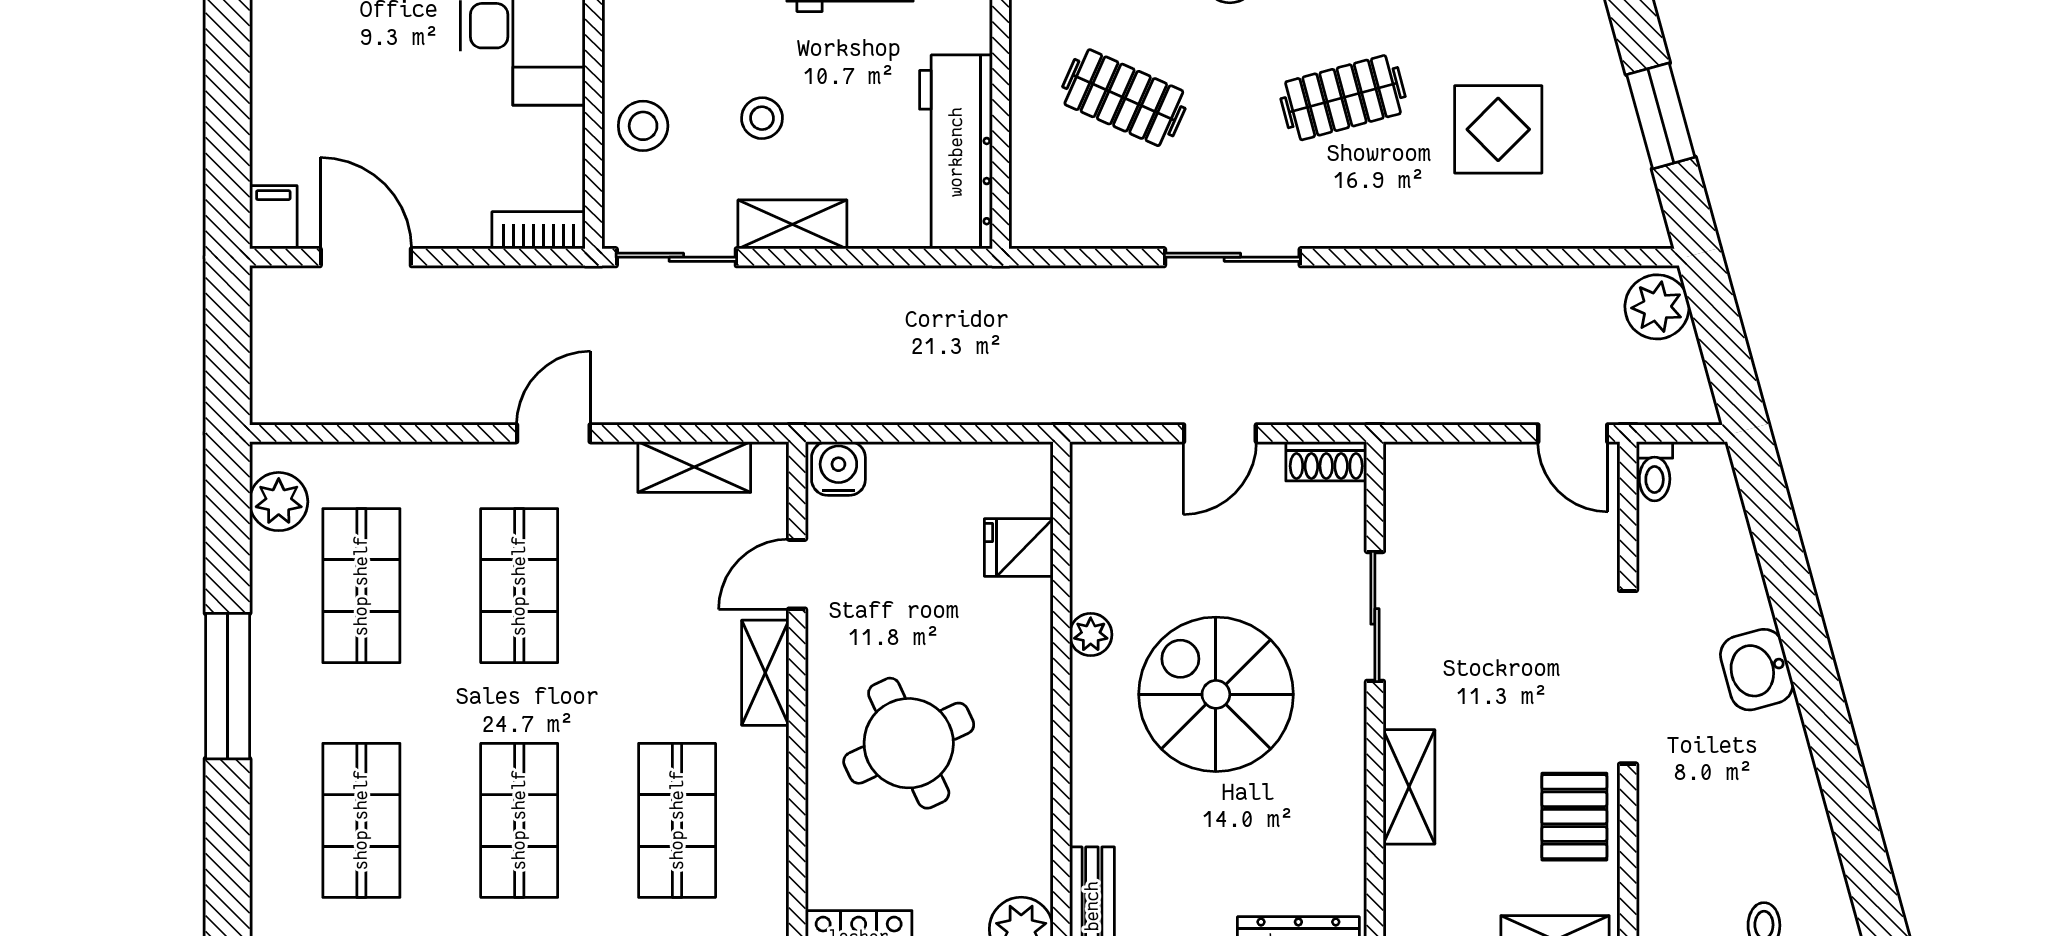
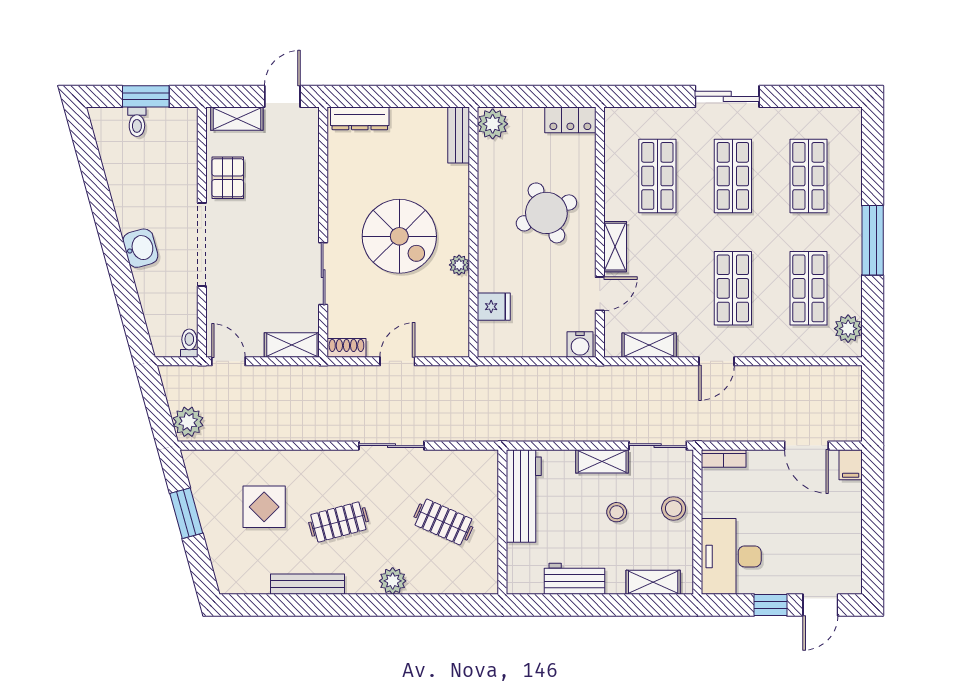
shelving: (1409, 787) -> (292, 345), moved, turned 90

